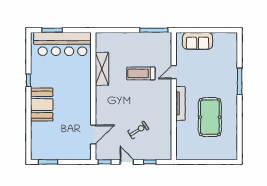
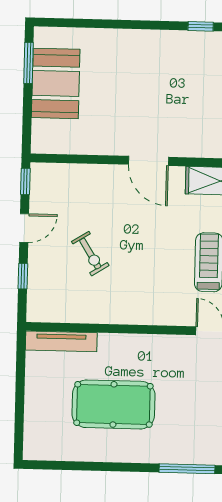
tv unit: (180, 103) -> (61, 341), moved
booth: (42, 105) -> (56, 83), moved, turned 90
door: (93, 134) -> (148, 161), moved

